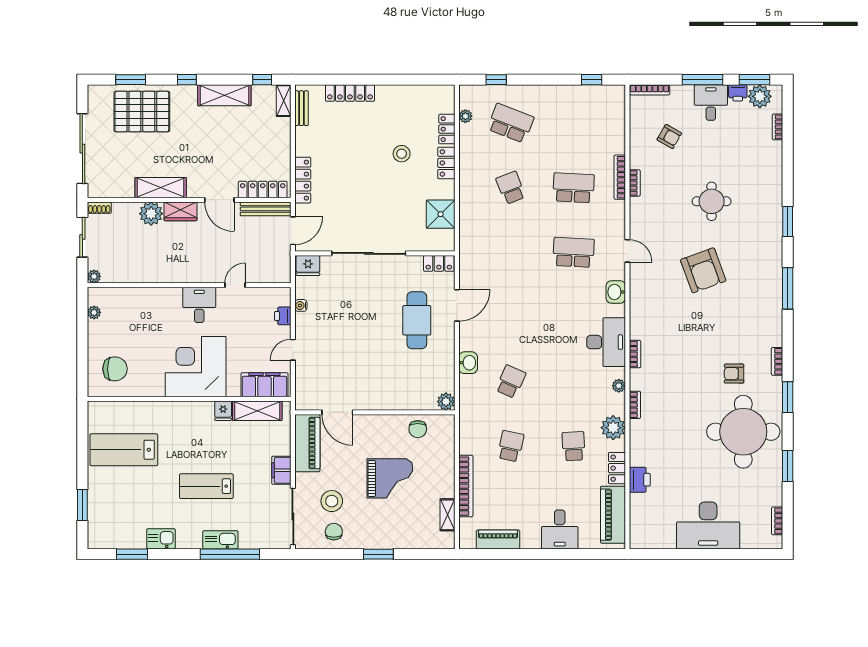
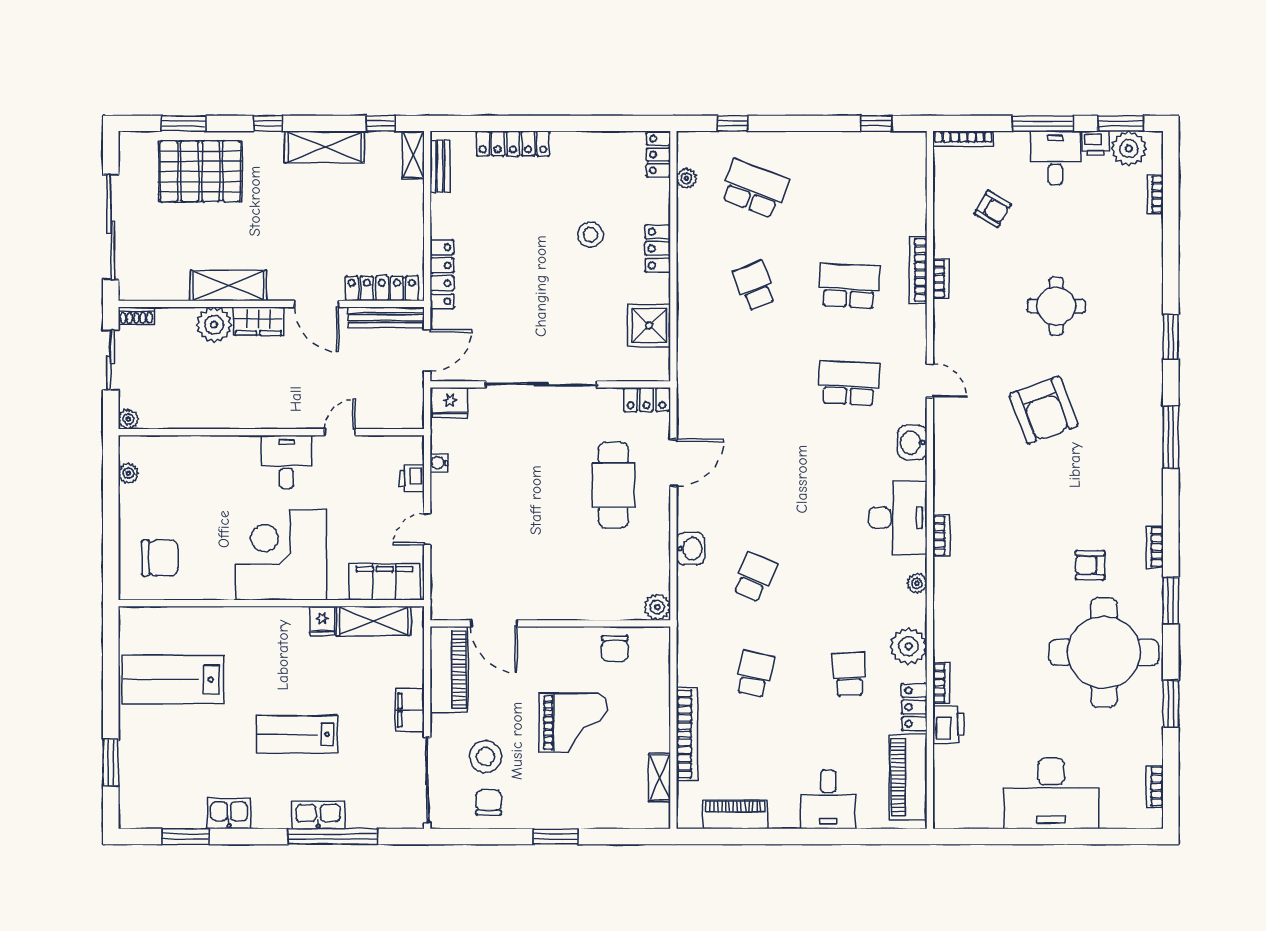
locker: (447, 129) -> (659, 155), moved
bookcase: (635, 405) -> (941, 683), moved

